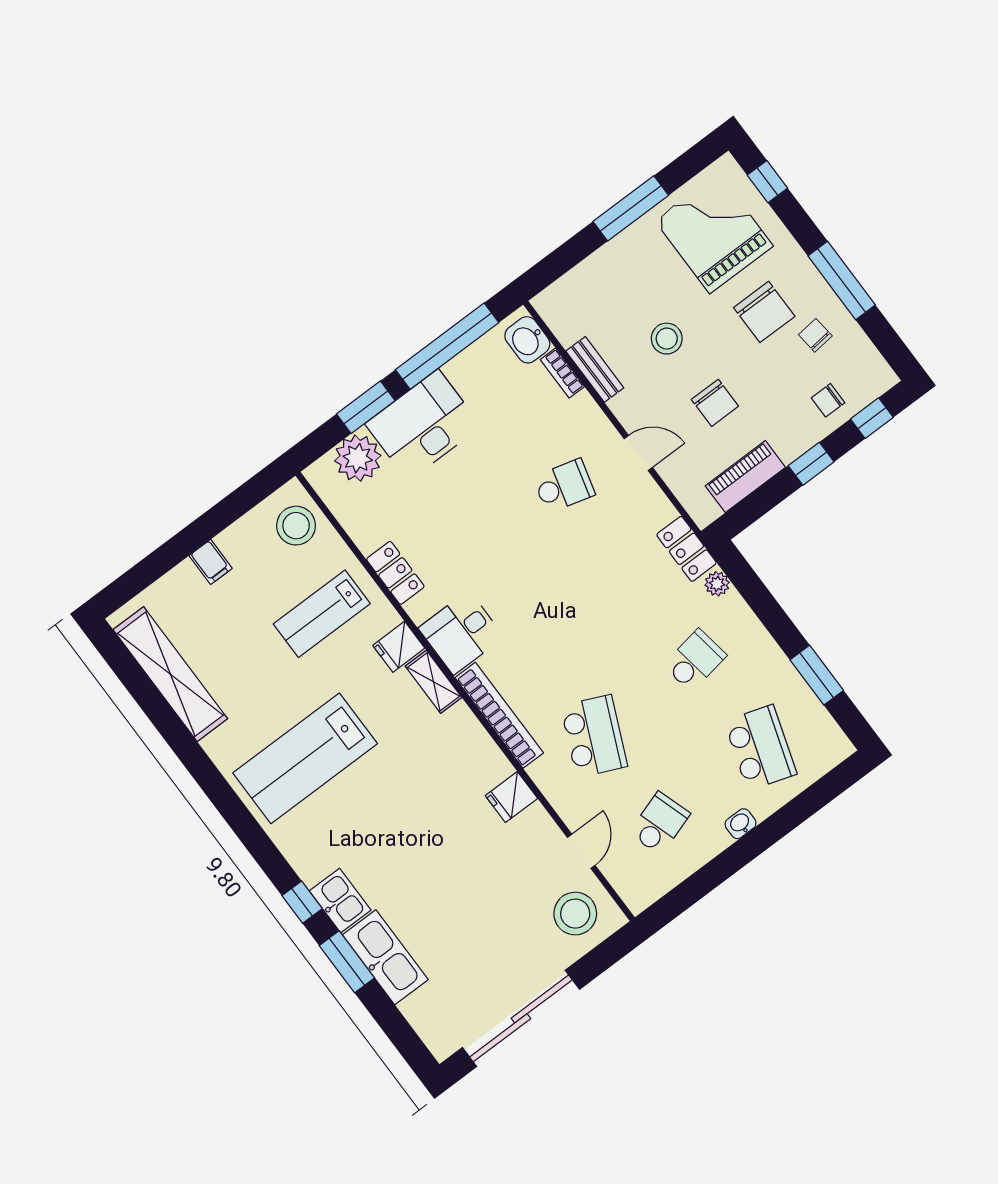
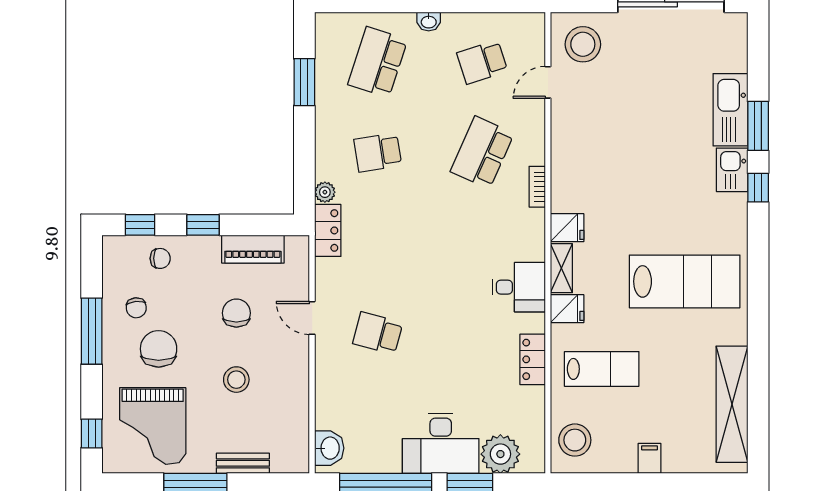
bench: (595, 369) -> (243, 463), moved, turned 90
bookcase: (562, 373) -> (323, 409), removed
bookcase: (499, 715) -> (537, 187), width x0.43, depth x0.76
fridge: (511, 797) -> (567, 228), moved

